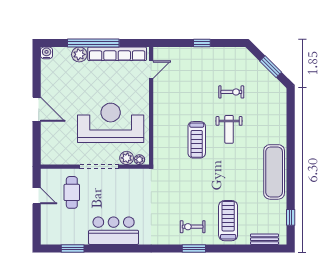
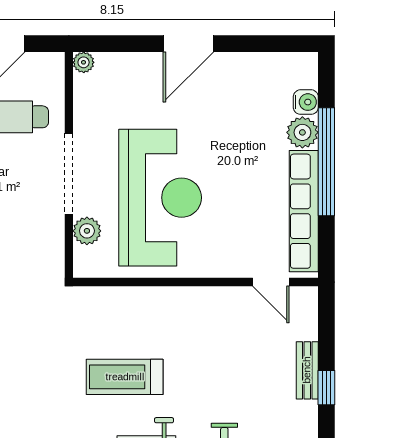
bench: (194, 52) -> (307, 370), added
water cooler: (47, 53) -> (306, 102), moved
plant: (139, 160) -> (84, 62), moved

